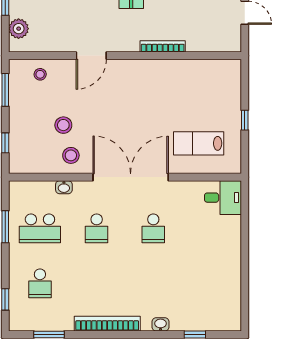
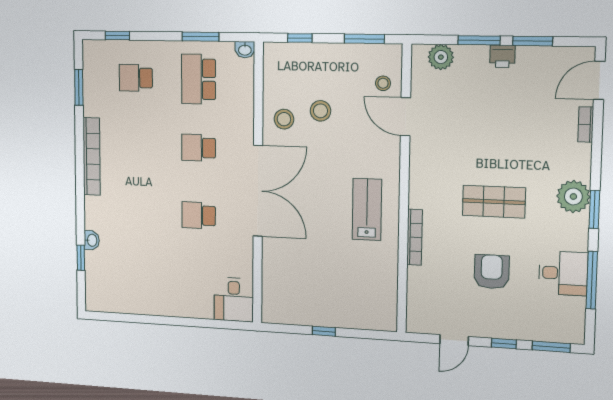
door: (91, 56) -> (406, 117), moved
lab bench: (199, 143) -> (367, 209), moved
washbasin: (64, 187) -> (245, 50), moved, turned -90
washbasin: (161, 324) -> (92, 240), moved

